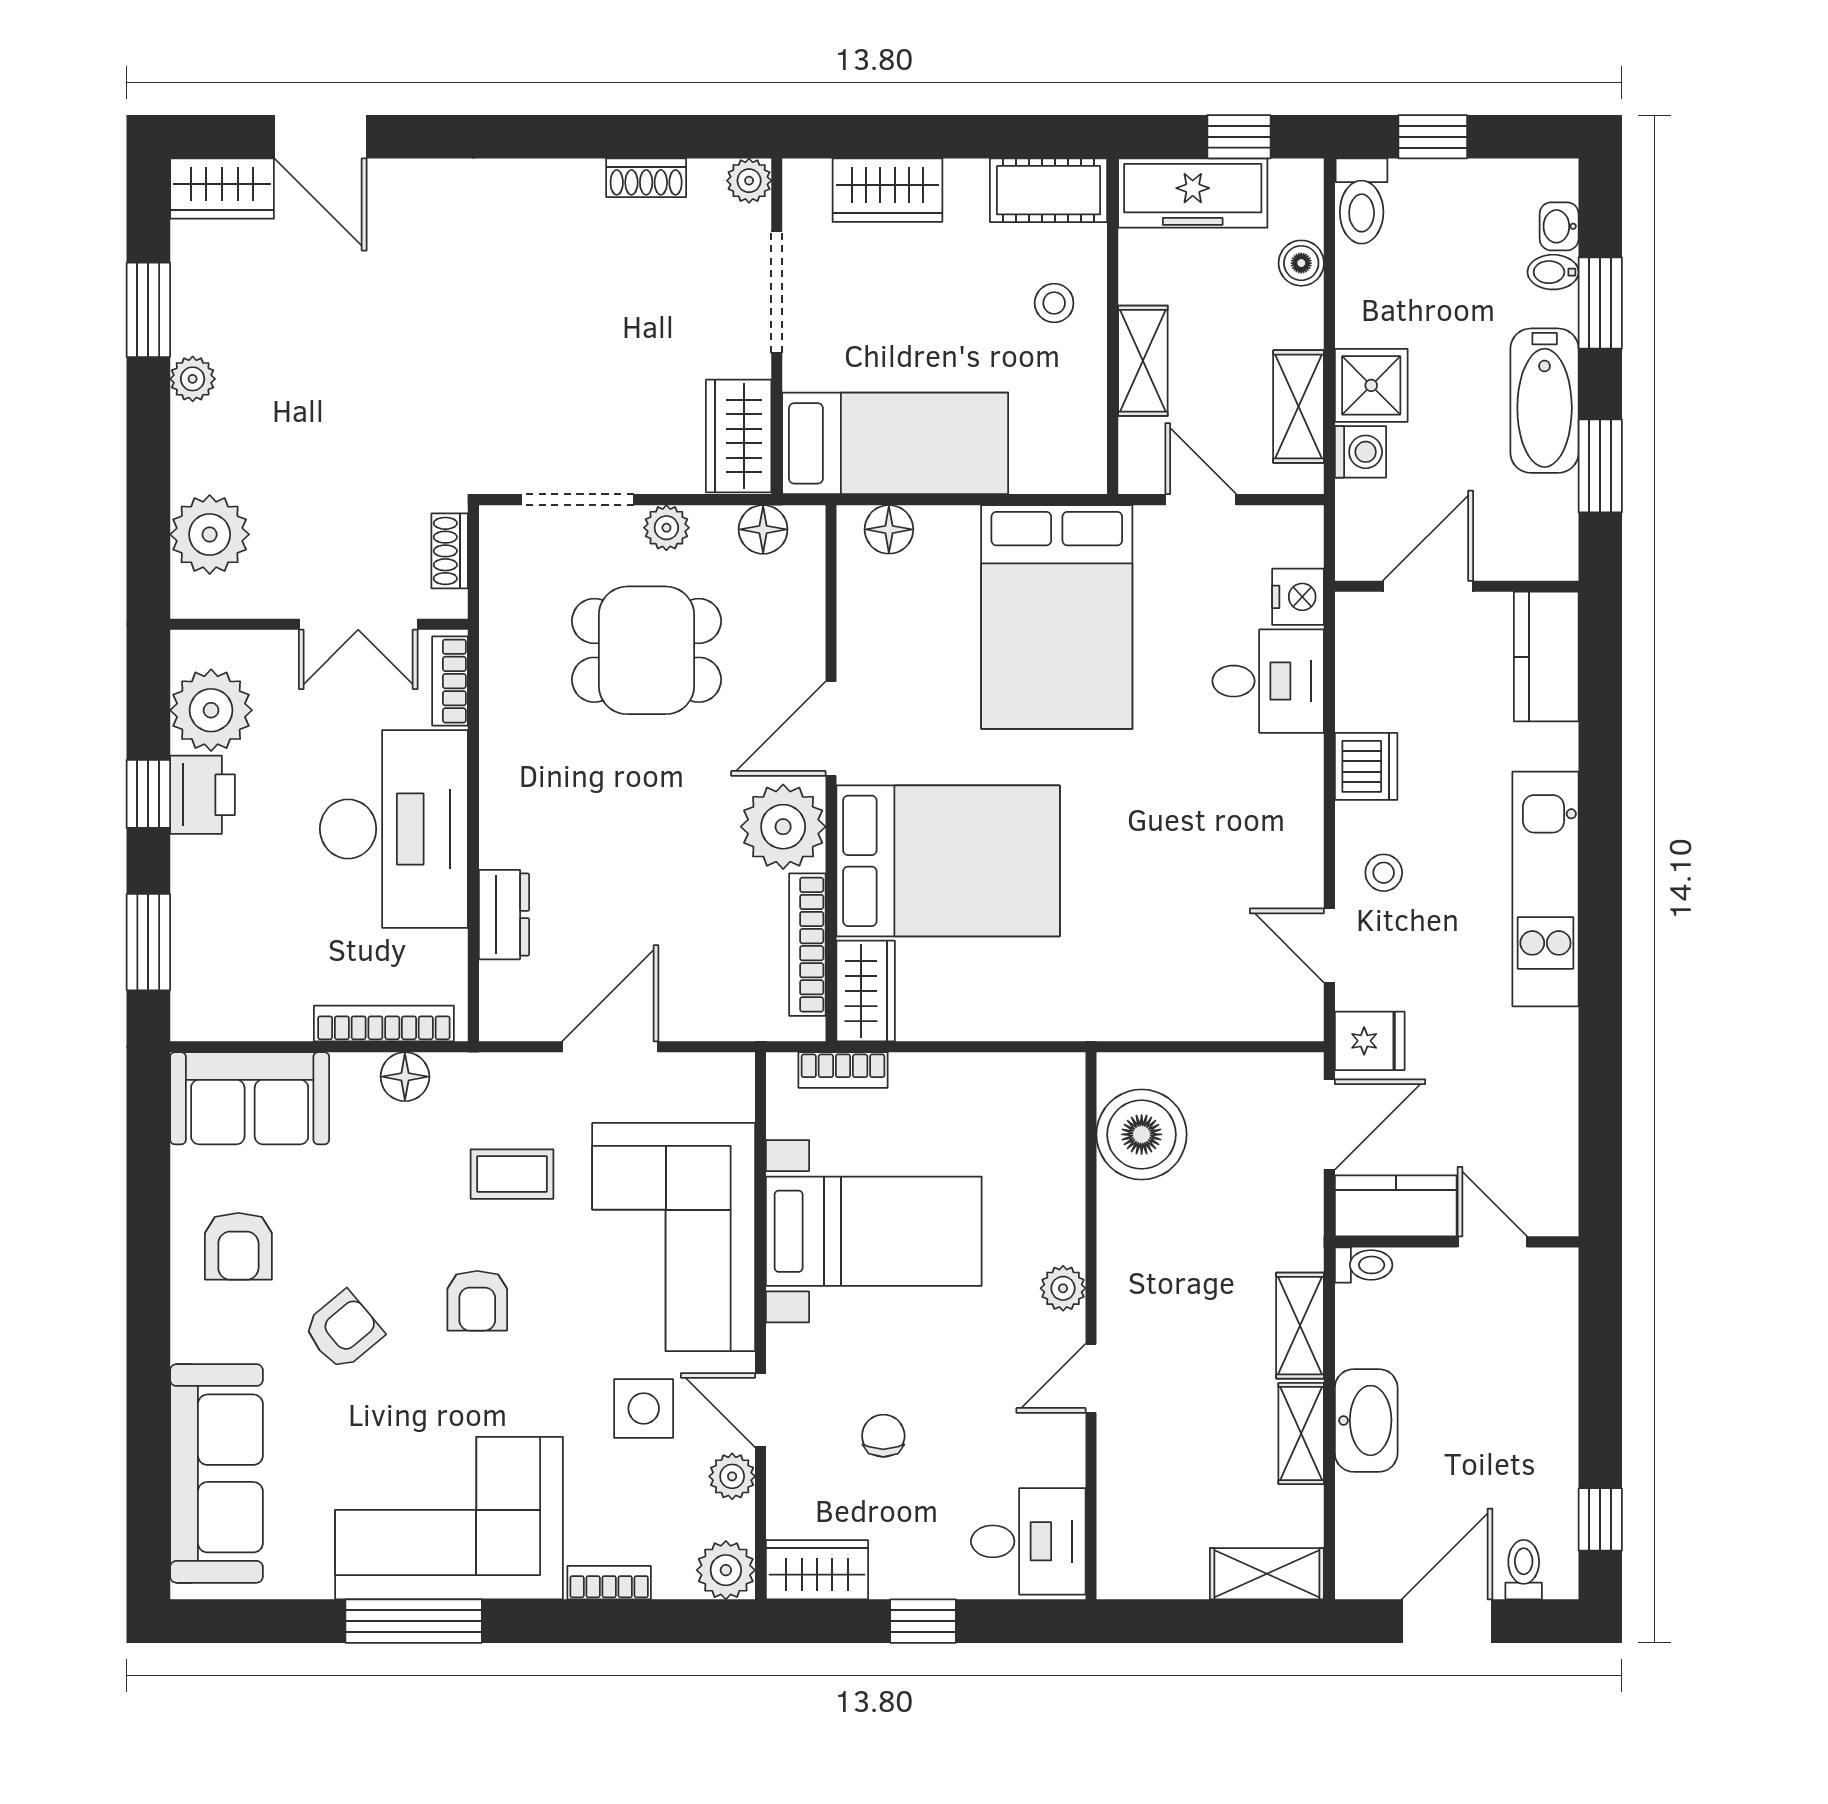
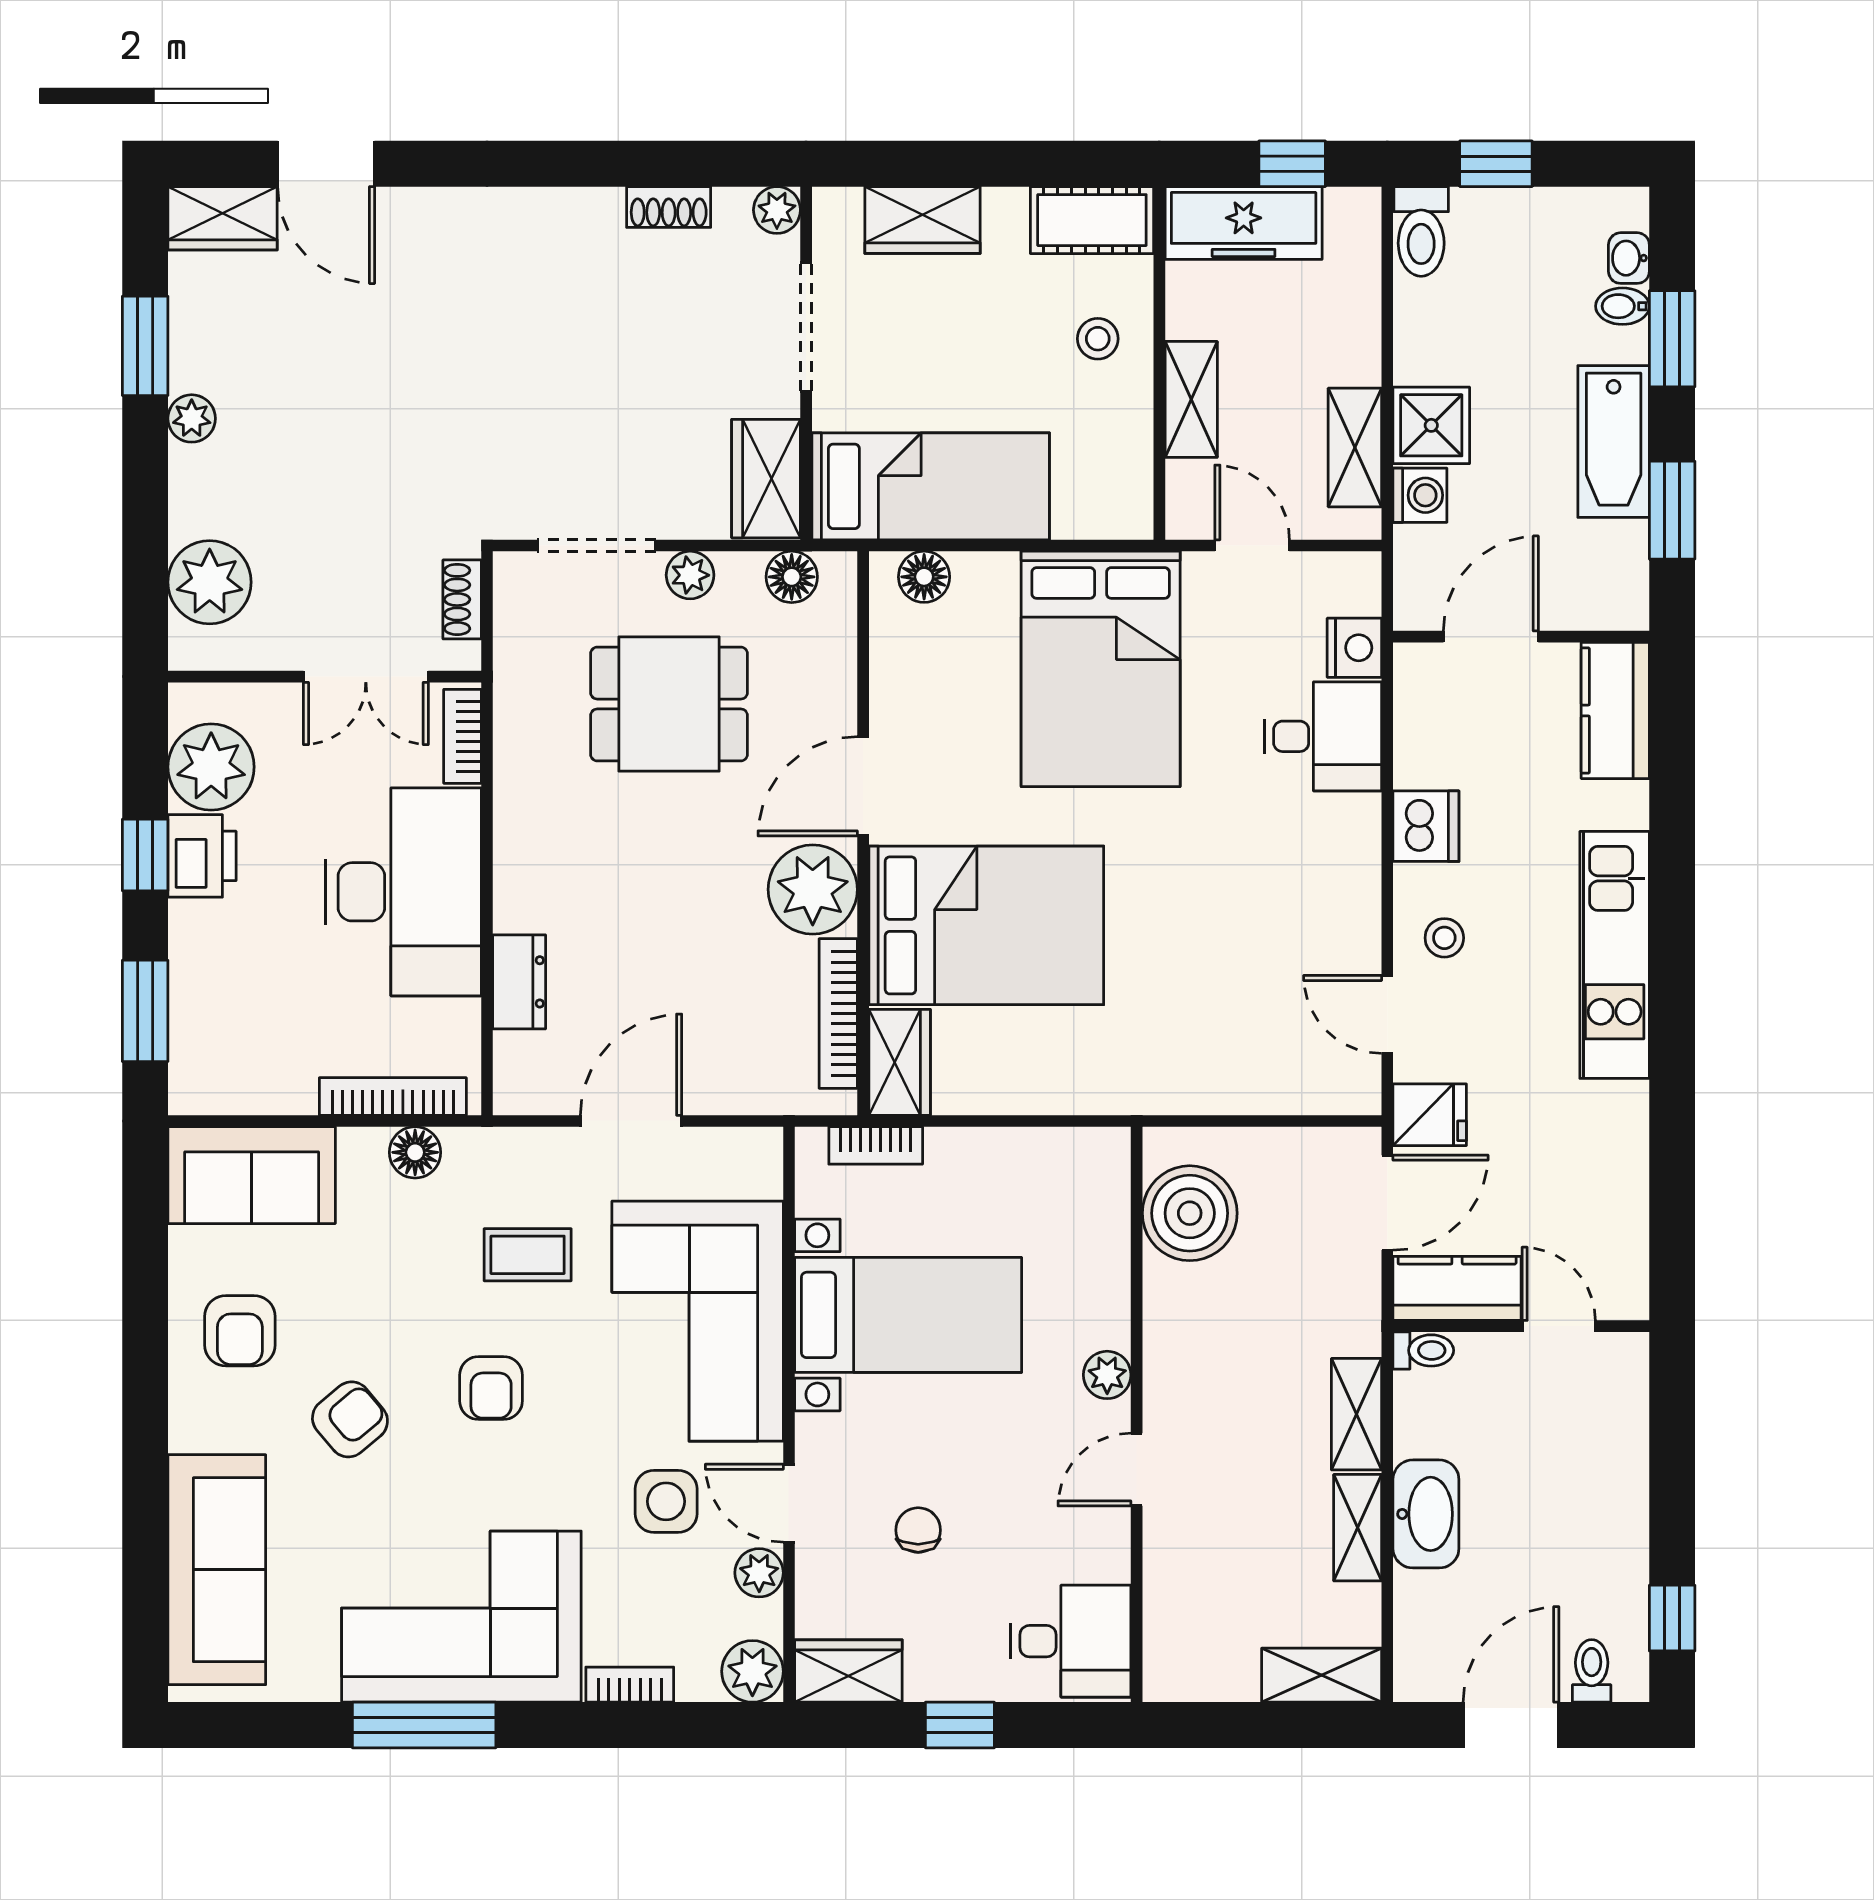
boiler: (1301, 263) -> (1358, 297), removed

